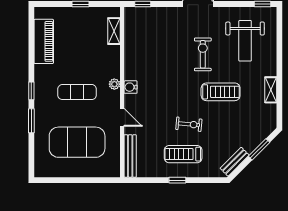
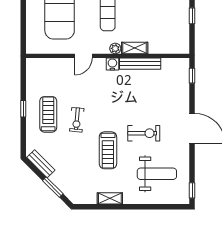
shelving: (114, 31) -> (135, 48), moved
weight bench: (245, 41) -> (157, 174), turned 180
bench: (130, 156) -> (140, 64), moved

